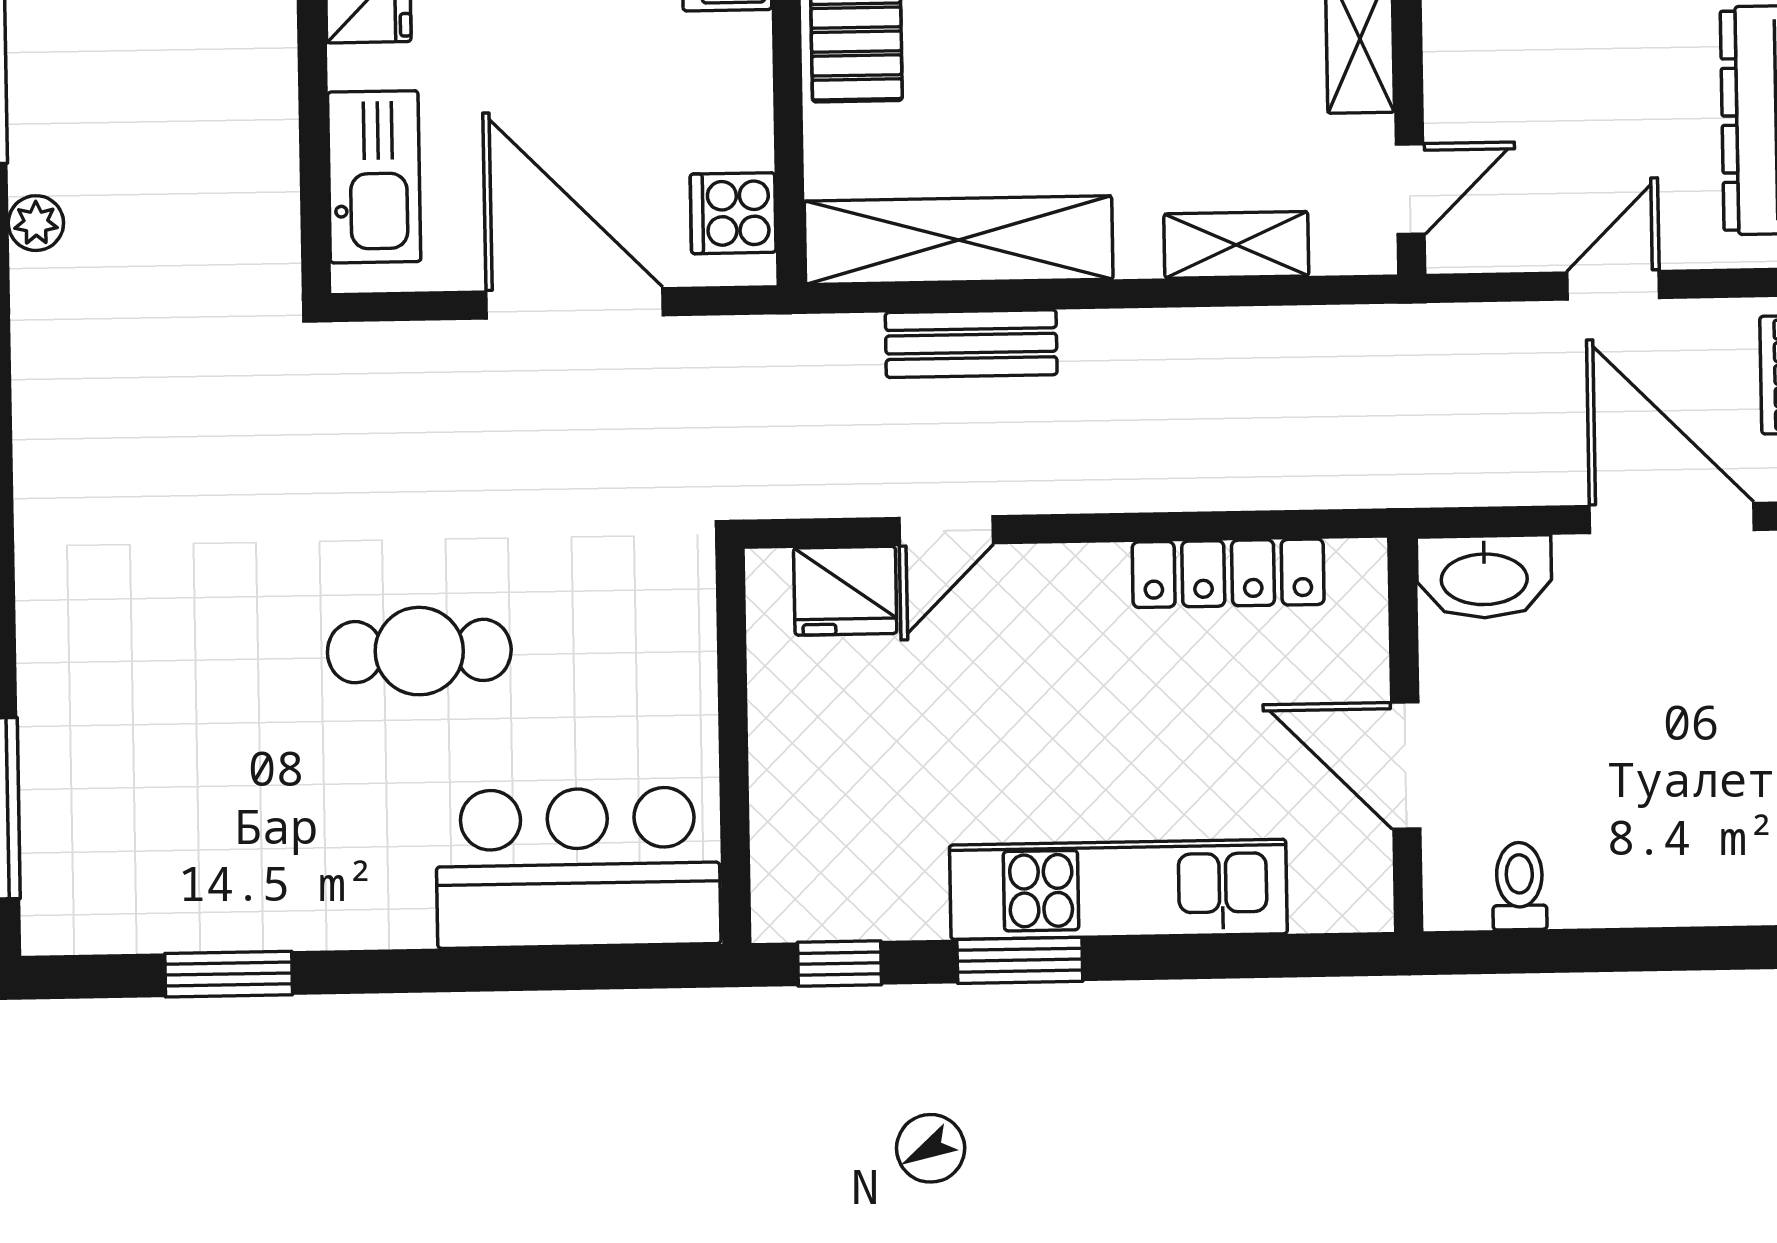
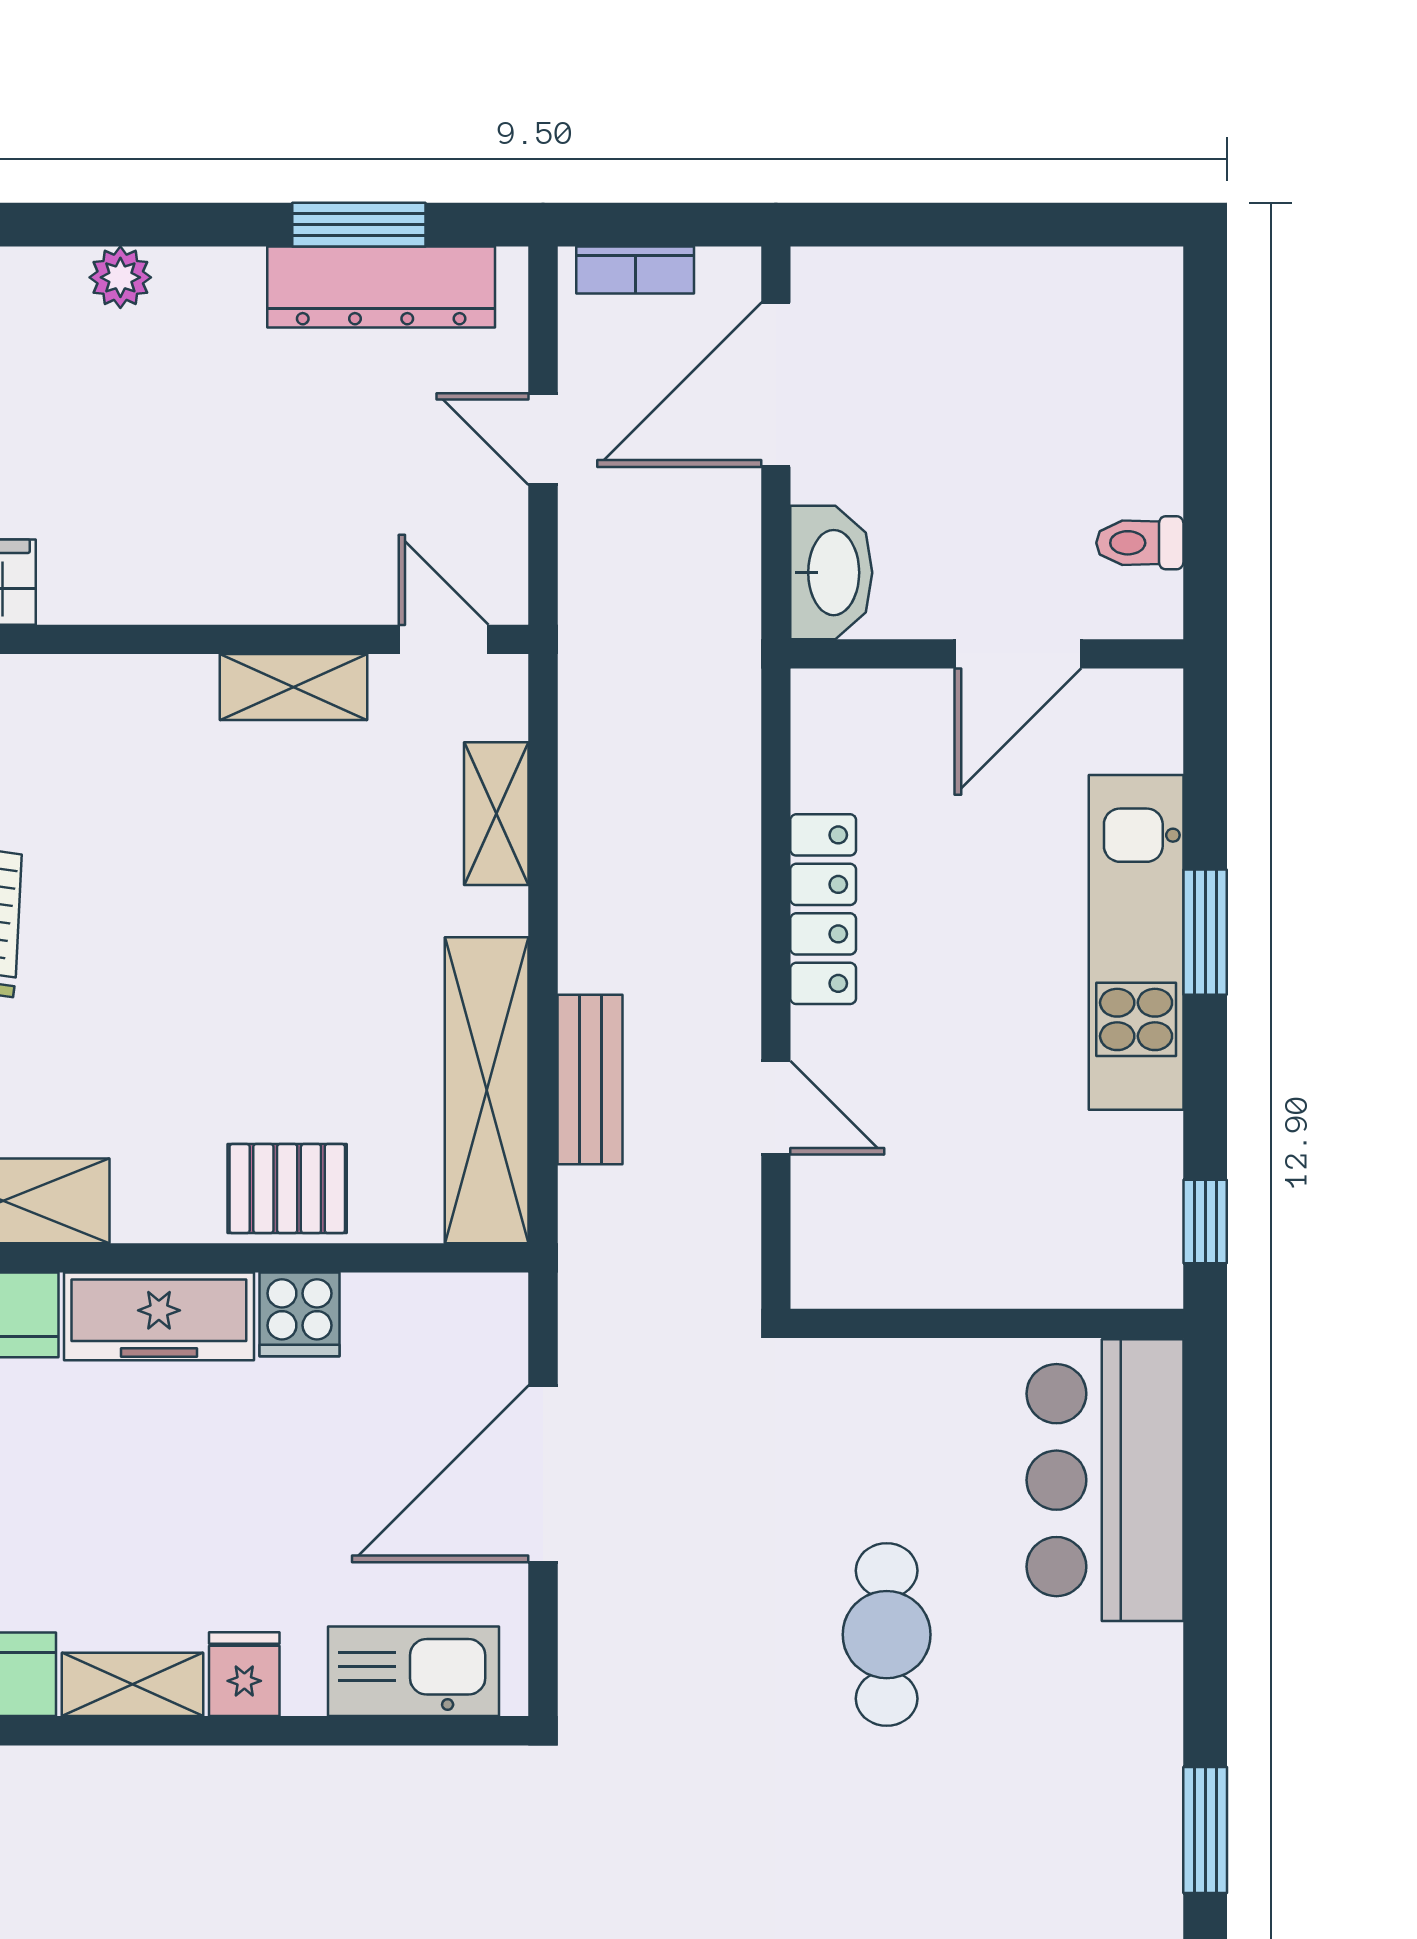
cooker: (733, 213) -> (299, 1314), moved
locker: (1228, 573) -> (823, 909), moved
fridge: (845, 591) -> (834, 1209), removed
window: (1020, 960) -> (1205, 932), moved

